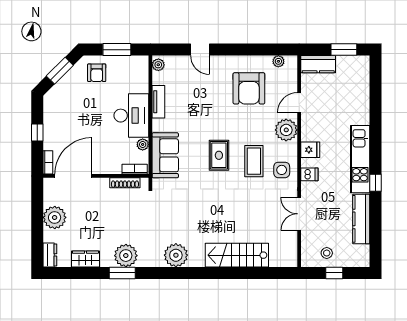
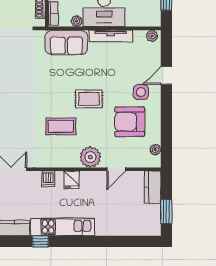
tv unit: (158, 102) -> (111, 36), width x1.41
door: (299, 103) -> (116, 169), swing flipped
rug: (219, 155) -> (89, 99), moved
side table: (282, 170) -> (141, 92), moved

